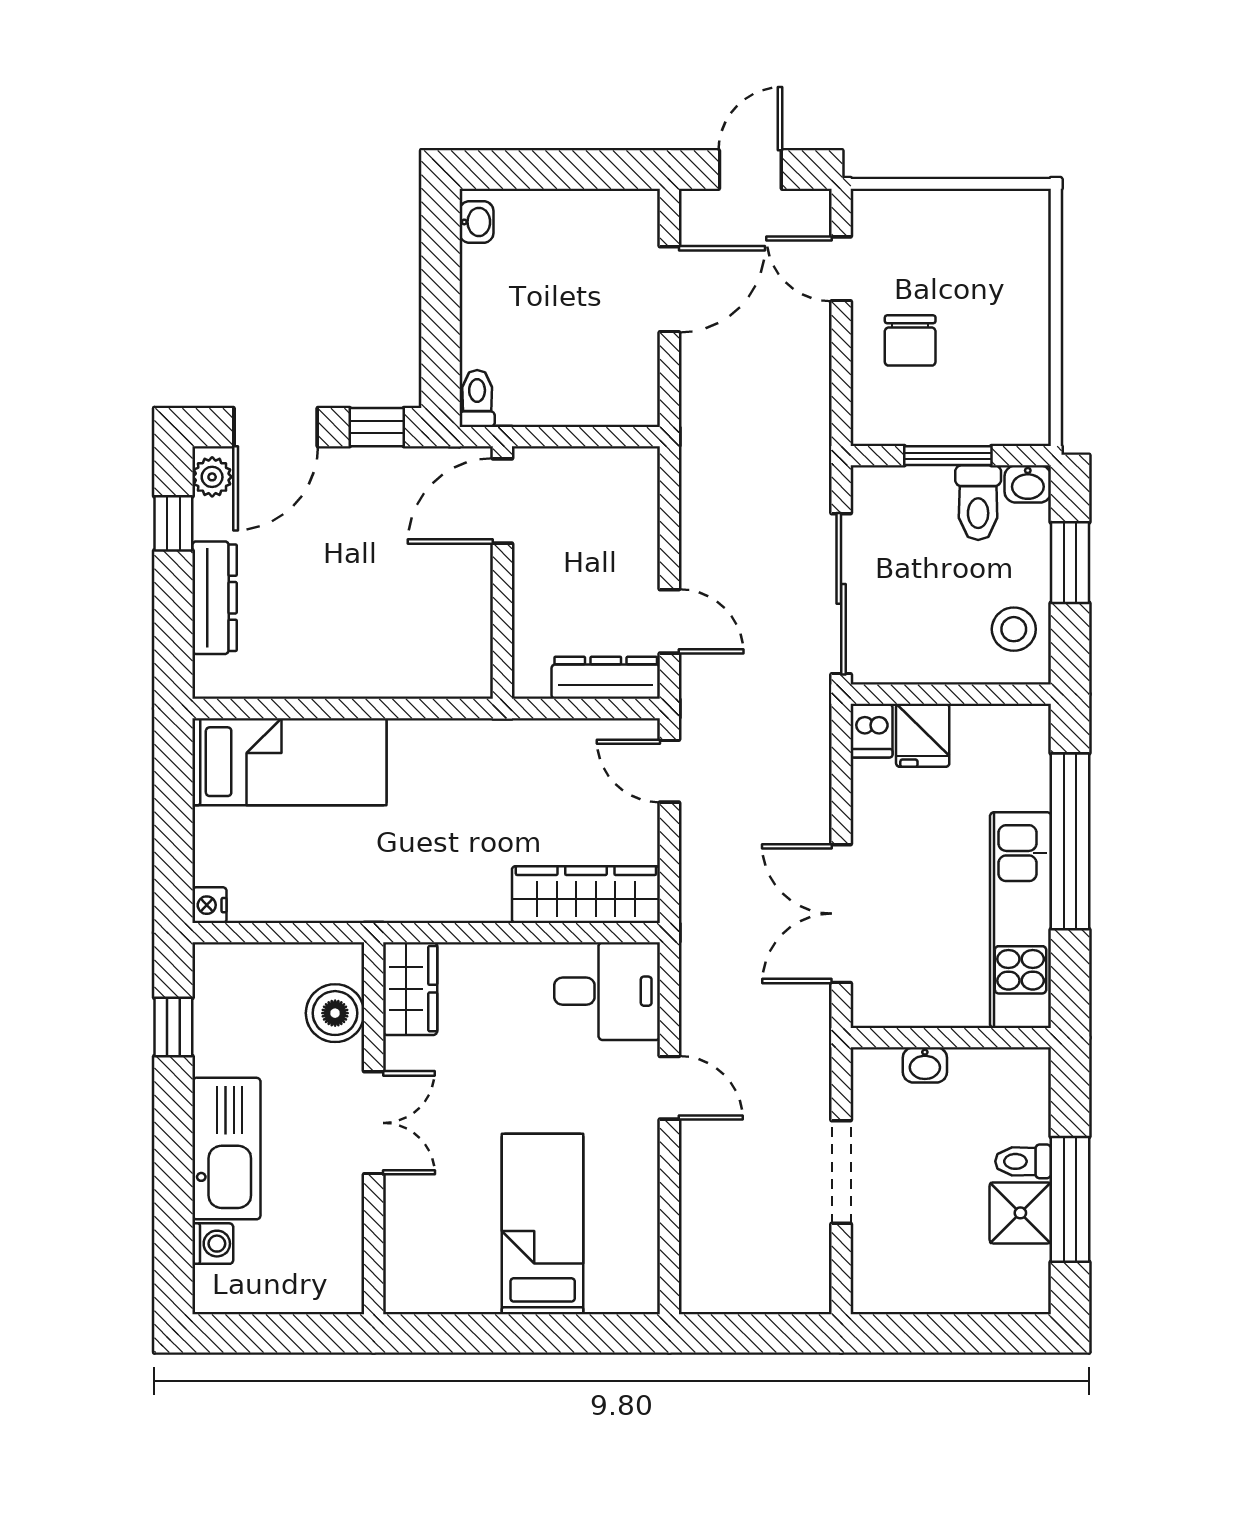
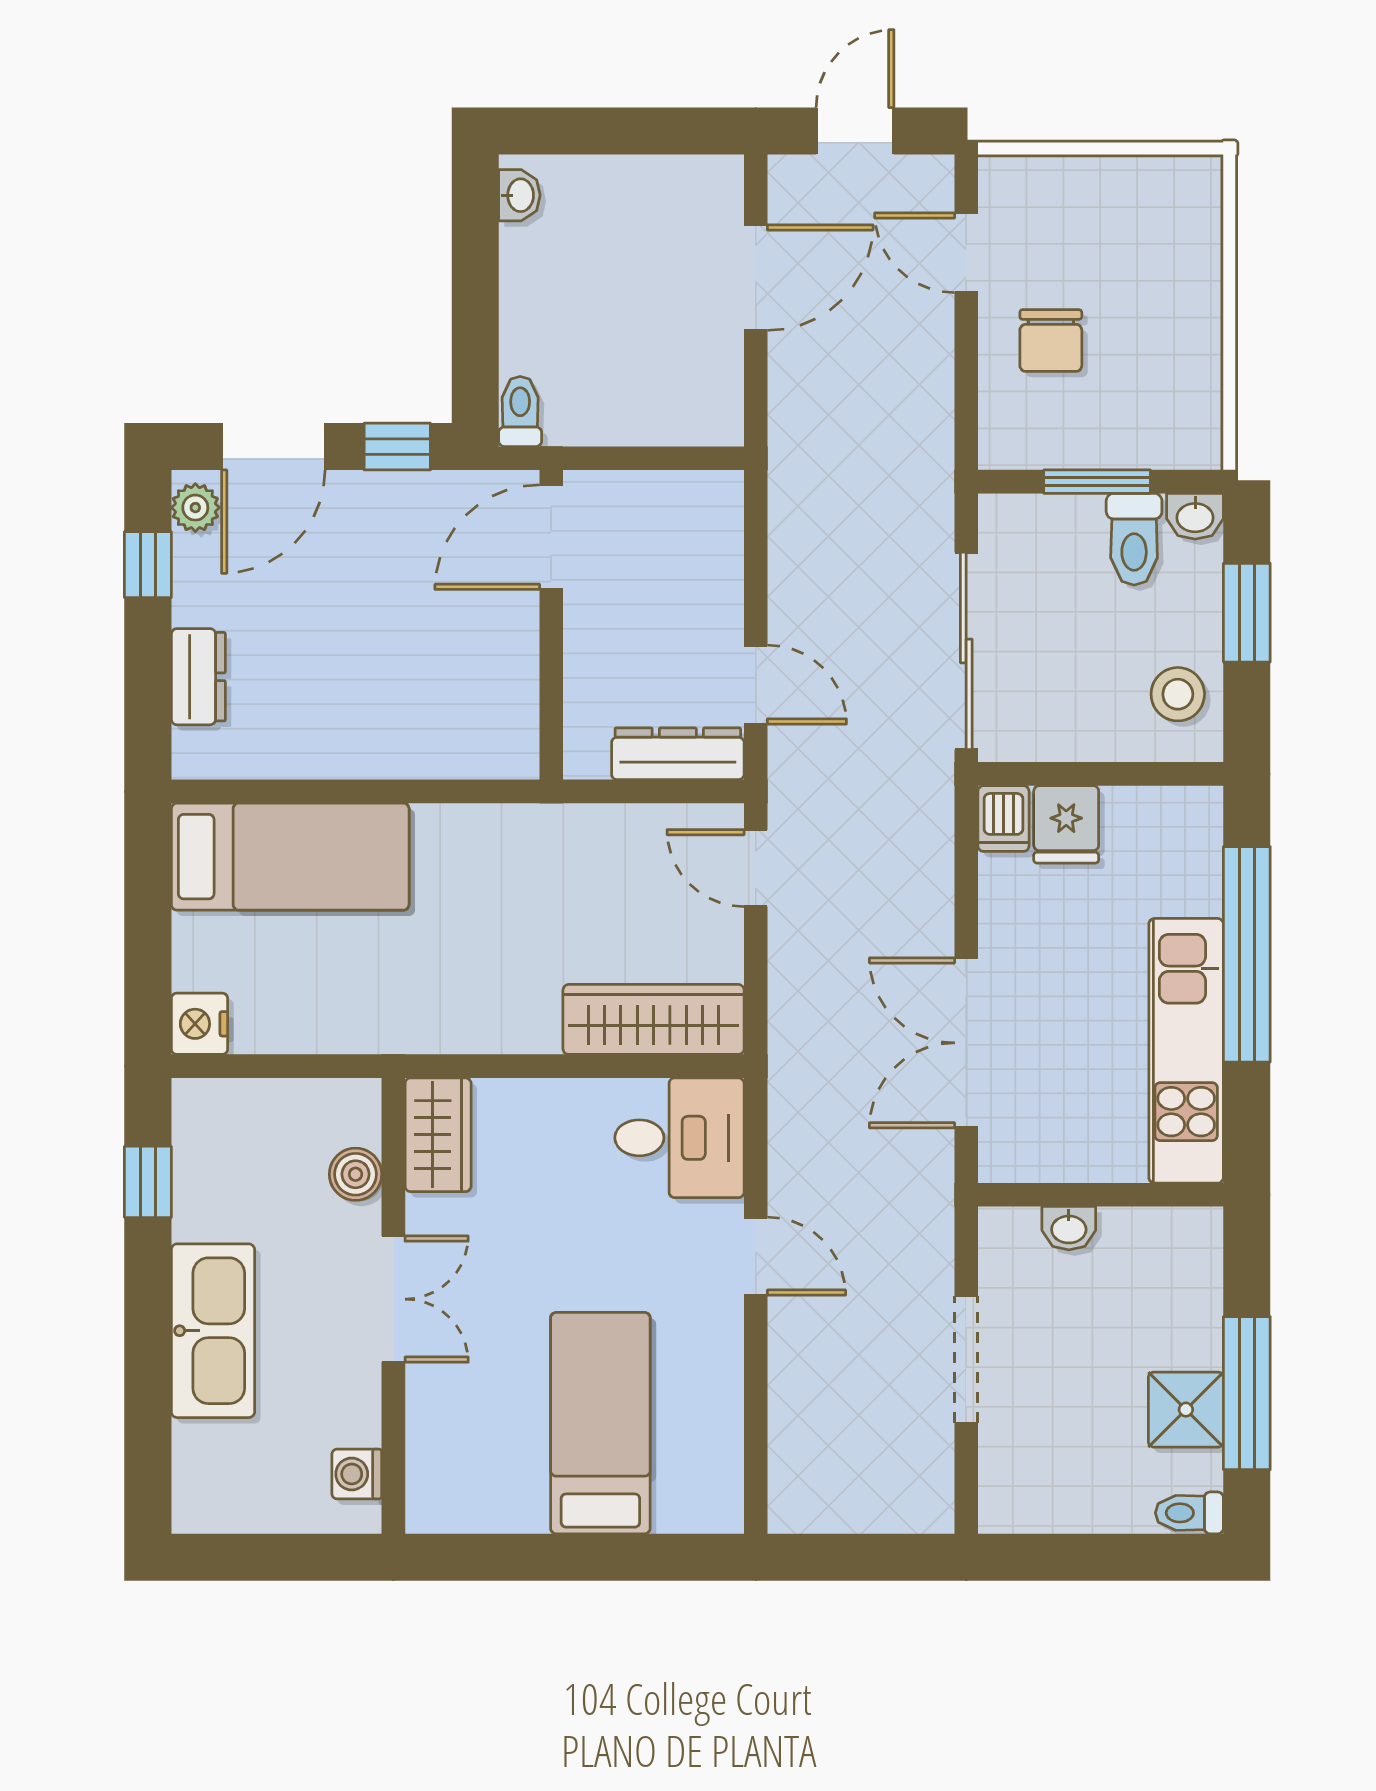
dresser: (214, 598) -> (198, 677), width x0.70
nightstand: (209, 905) -> (200, 1024), width x1.39, depth x1.35
boiler: (335, 1013) -> (356, 1174), width x0.73, depth x0.73
toilet: (1023, 1161) -> (1189, 1513), moved
washing machine: (213, 1244) -> (357, 1474), moved, turned 180

